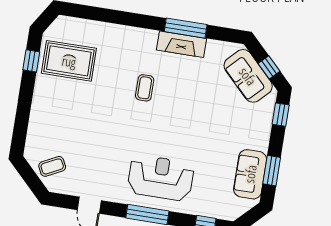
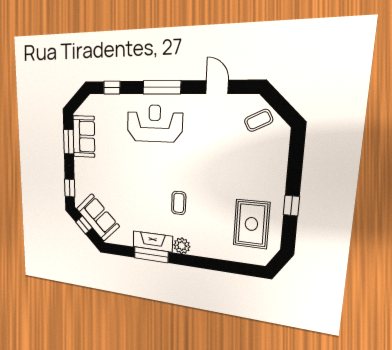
plant: (147, 38) -> (182, 246), added
window: (31, 61) -> (291, 206), moved
rug: (69, 61) -> (251, 224), turned 90
reception desk: (161, 178) -> (155, 123), turned 180

